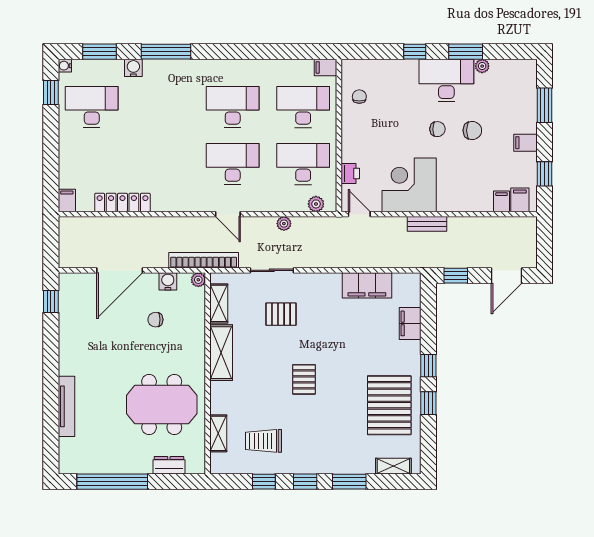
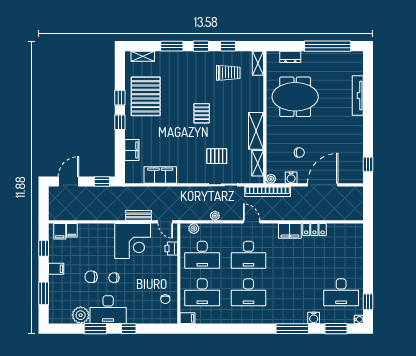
plant: (482, 66) -> (81, 315), width x1.88, depth x1.88
filing cabinet: (67, 201) -> (290, 231), moved, width x2.00
locker: (122, 202) -> (314, 230), width x0.66
bench: (427, 224) -> (139, 215), moved
shelving: (218, 433) -> (258, 63), moved

